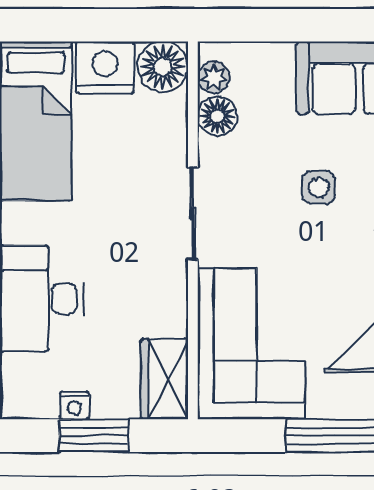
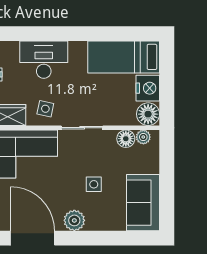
side table: (151, 295) -> (45, 109), added

